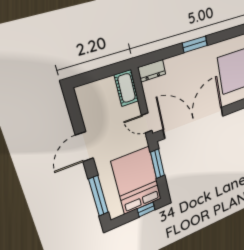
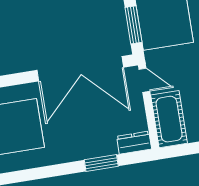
window: (195, 44) -> (101, 163), moved
cot: (127, 88) -> (169, 119), width x1.37, depth x1.34

